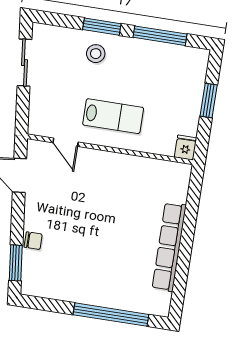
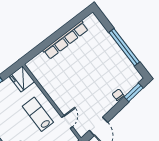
fridge: (186, 148) -> (22, 79), width x1.88, depth x1.34
window: (111, 315) -> (124, 47), moved

